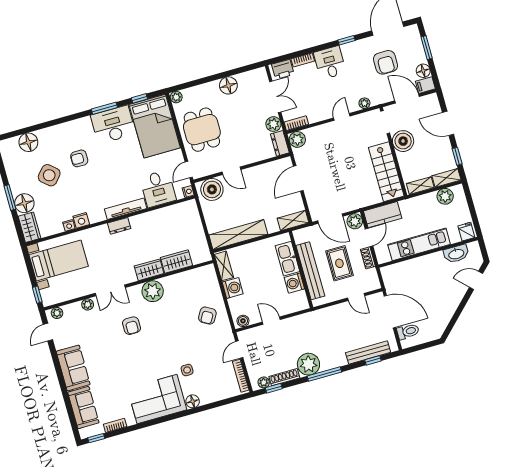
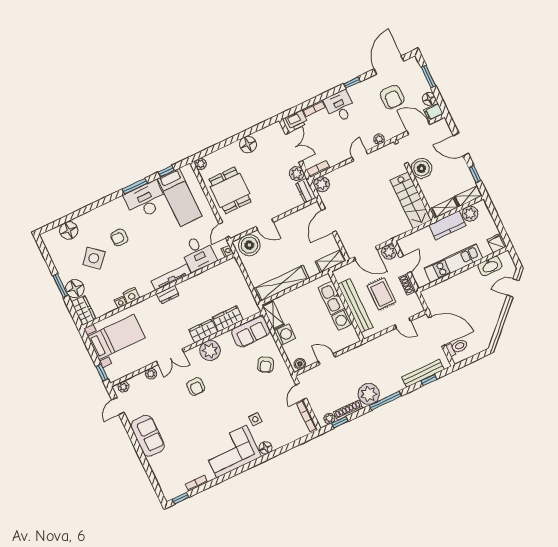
bed: (155, 126) -> (180, 197), width x0.67
kitchen counter: (383, 215) -> (447, 225), moved
sofa: (83, 408) -> (251, 332), moved, turned 90

